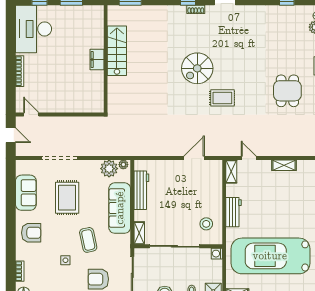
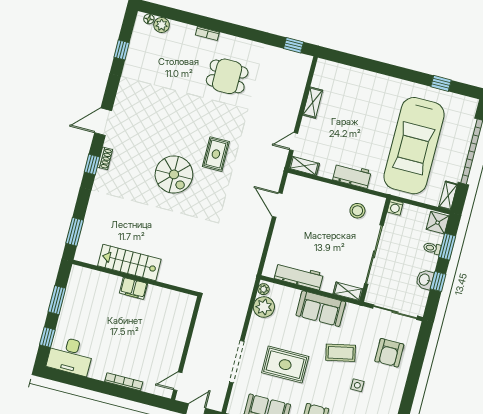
desk: (33, 29) -> (70, 356), width x0.73, depth x0.77
sofa: (120, 208) -> (321, 309), width x0.73

